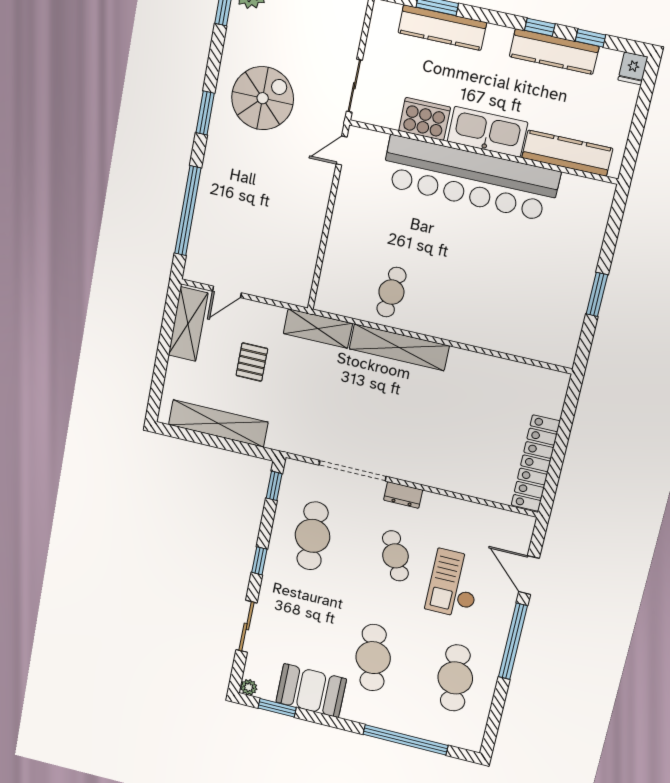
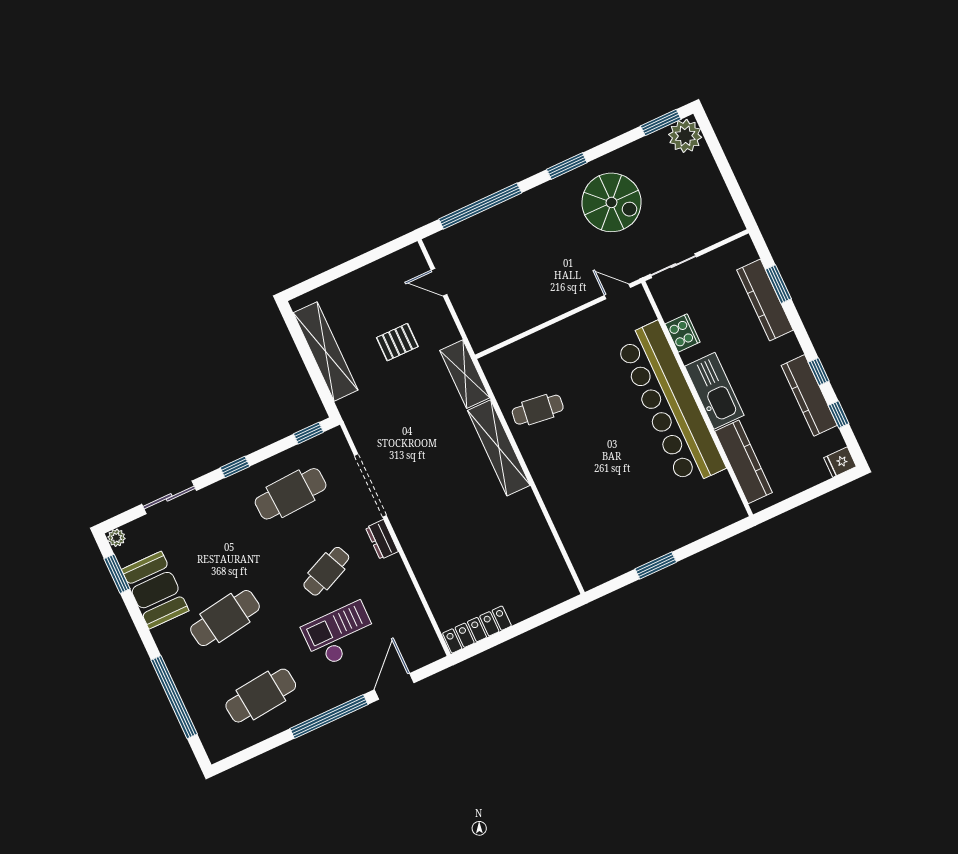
cooker: (425, 119) -> (683, 333), width x0.73, depth x0.76
shelving: (188, 324) -> (389, 270), removed
locker: (536, 463) -> (477, 630), width x0.71, depth x0.83

